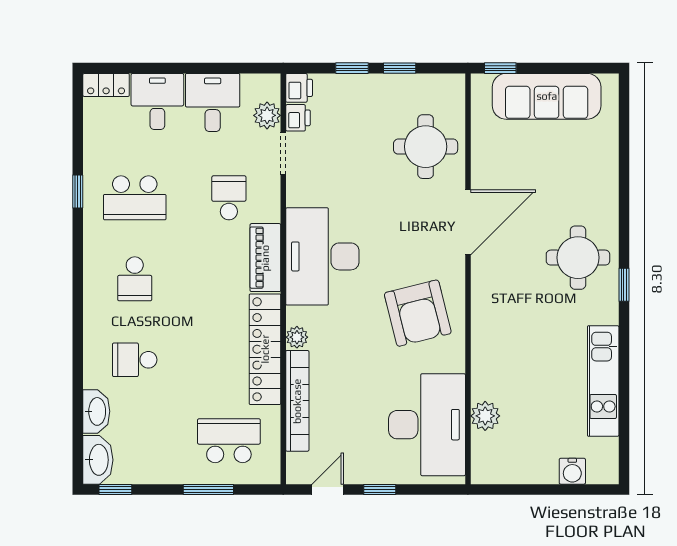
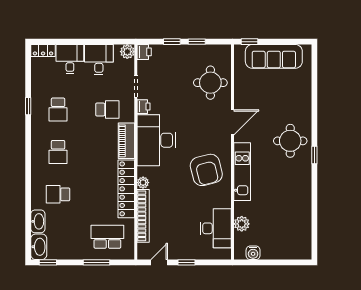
plant: (267, 115) -> (127, 52), moved
printer: (298, 118) -> (144, 107), moved
school desk: (135, 198) -> (58, 110), width x0.54
school desk: (229, 198) -> (107, 110), turned 90
door: (468, 222) -> (233, 122), width x0.73
kitchen unit: (603, 381) -> (242, 172), moved, turned 180
desk: (427, 425) -> (216, 228), width x0.73, depth x0.77
water cooler: (572, 471) -> (253, 253), moved

